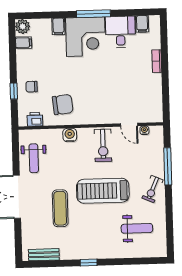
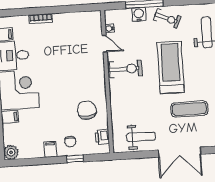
filing cabinet: (24, 43) -> (50, 149), moved
door: (129, 125) -> (105, 44), hinge flipped
water cooler: (70, 135) -> (139, 14), moved, turned 90
treadmill: (103, 191) -> (171, 67), turned 180

